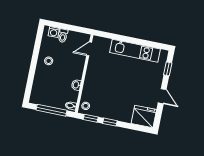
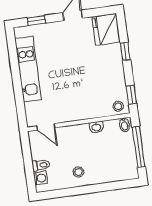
window: (110, 122) -> (125, 51), moved

